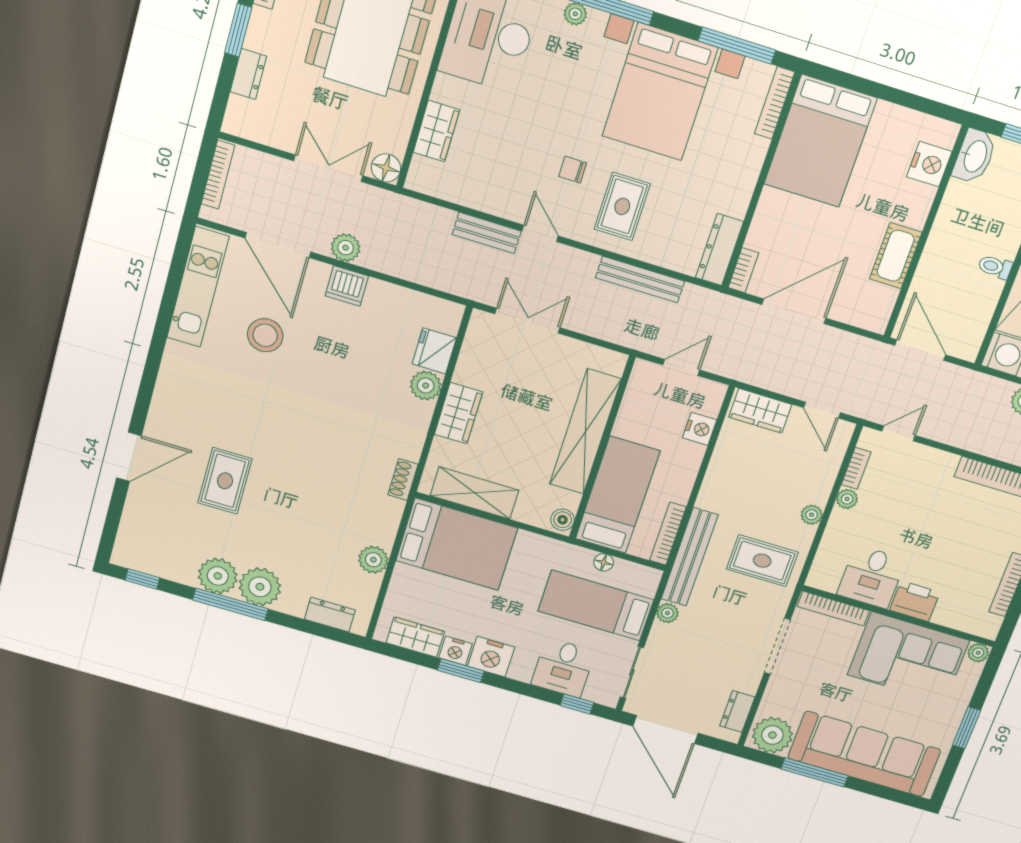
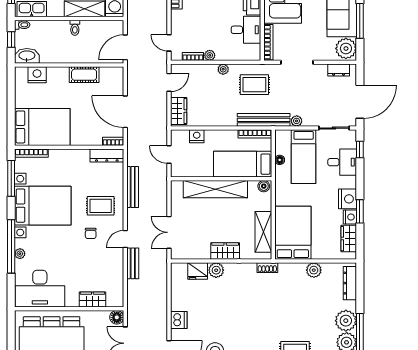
plant: (346, 248) -> (160, 325), removed
rug: (762, 561) -> (254, 85), turned 90
dresser: (330, 615) -> (350, 283), width x1.44

